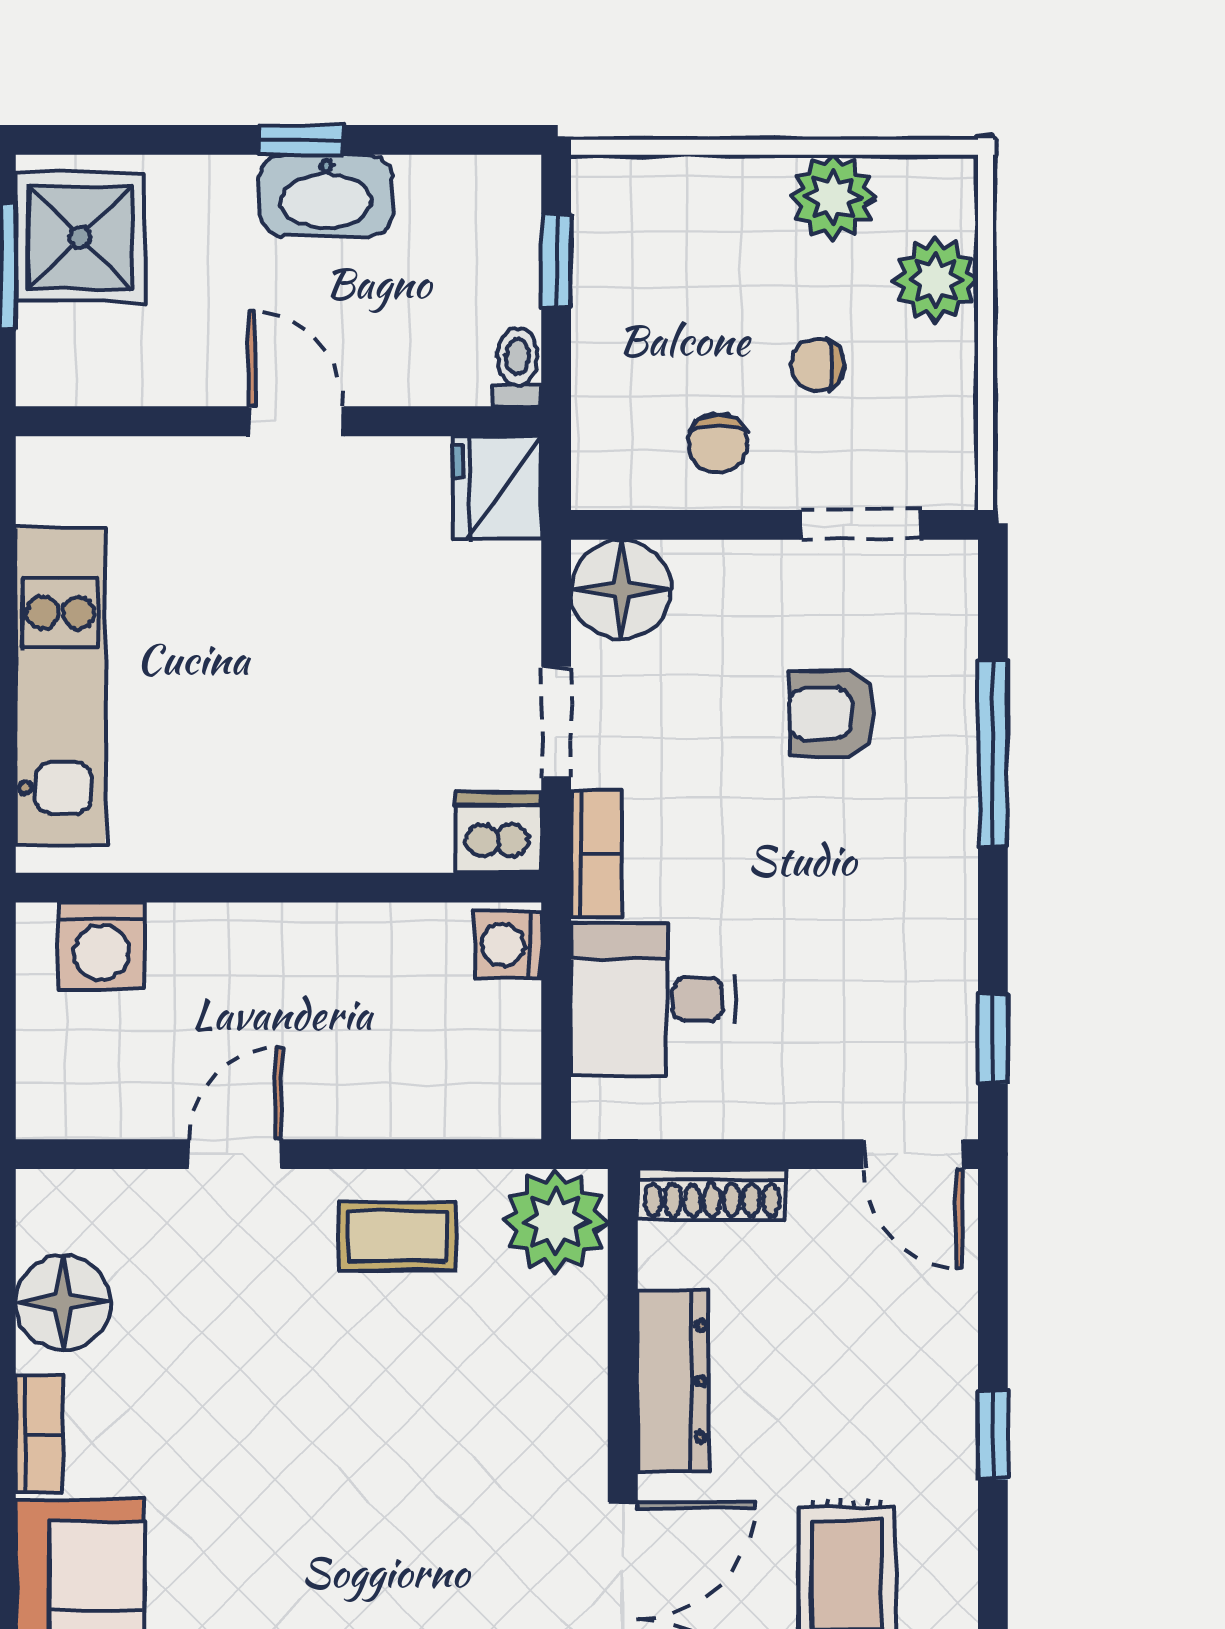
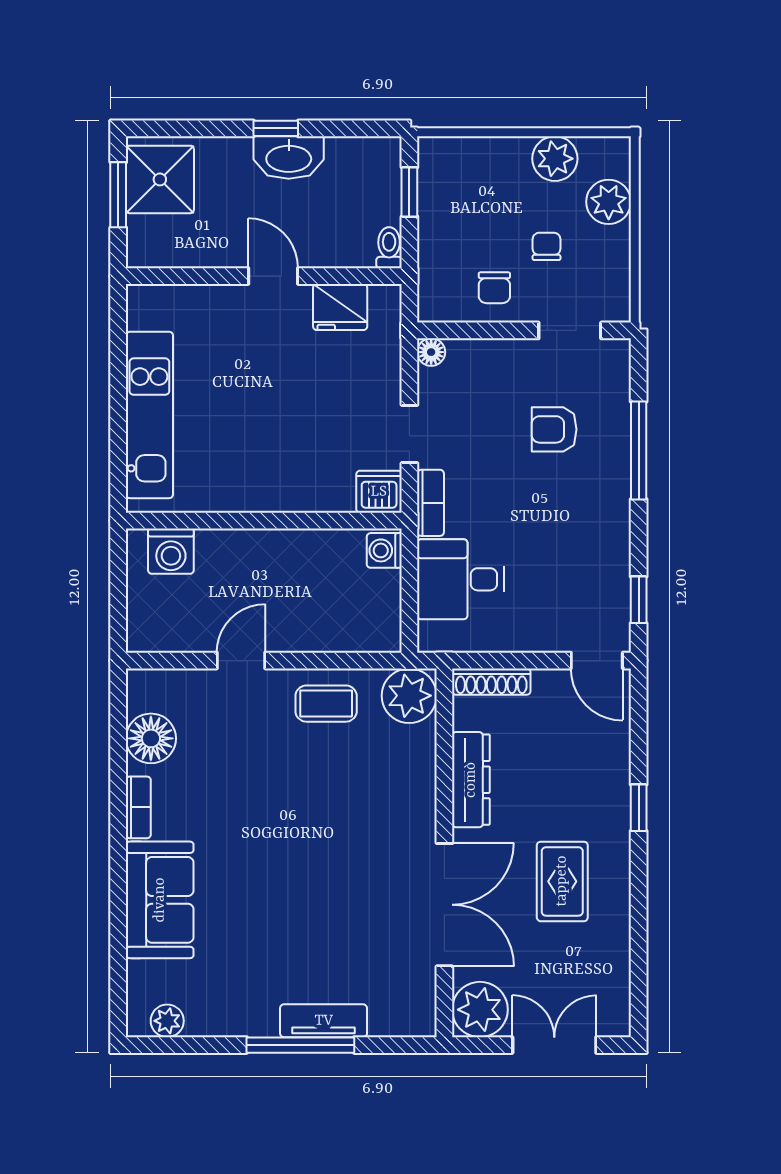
chair: (817, 365) -> (547, 246), turned 90
fridge: (497, 487) -> (340, 307), moved, turned -90
floor lamp: (621, 590) -> (431, 352), width x0.53, depth x0.53

